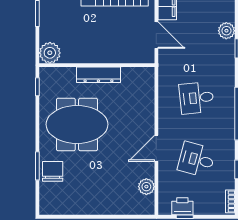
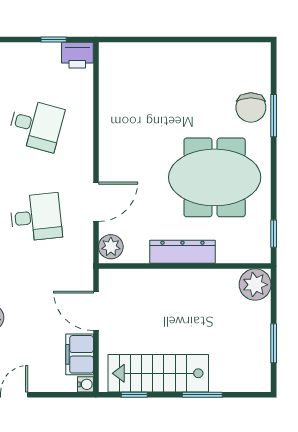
door: (156, 148) -> (96, 202), moved
plant: (146, 187) -> (111, 247), moved
printer: (182, 206) -> (77, 55), moved

